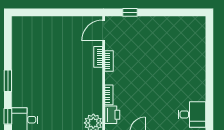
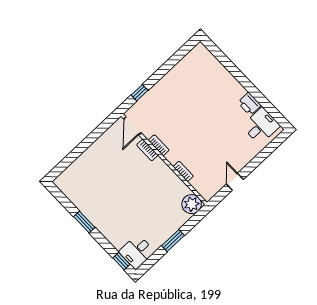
window: (8, 81) -> (84, 222), moved
printer: (112, 115) -> (249, 104), moved, turned 180

